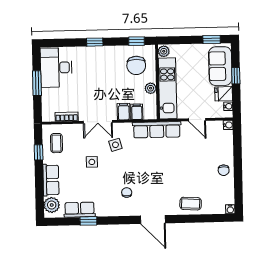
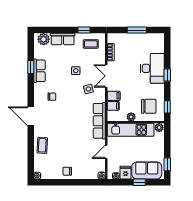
chair: (136, 65) -> (149, 106), turned 180
desk: (56, 68) -> (152, 68), moved, turned 90
row of seats: (80, 210) -> (39, 71), moved
door: (153, 219) -> (31, 116), hinge flipped

